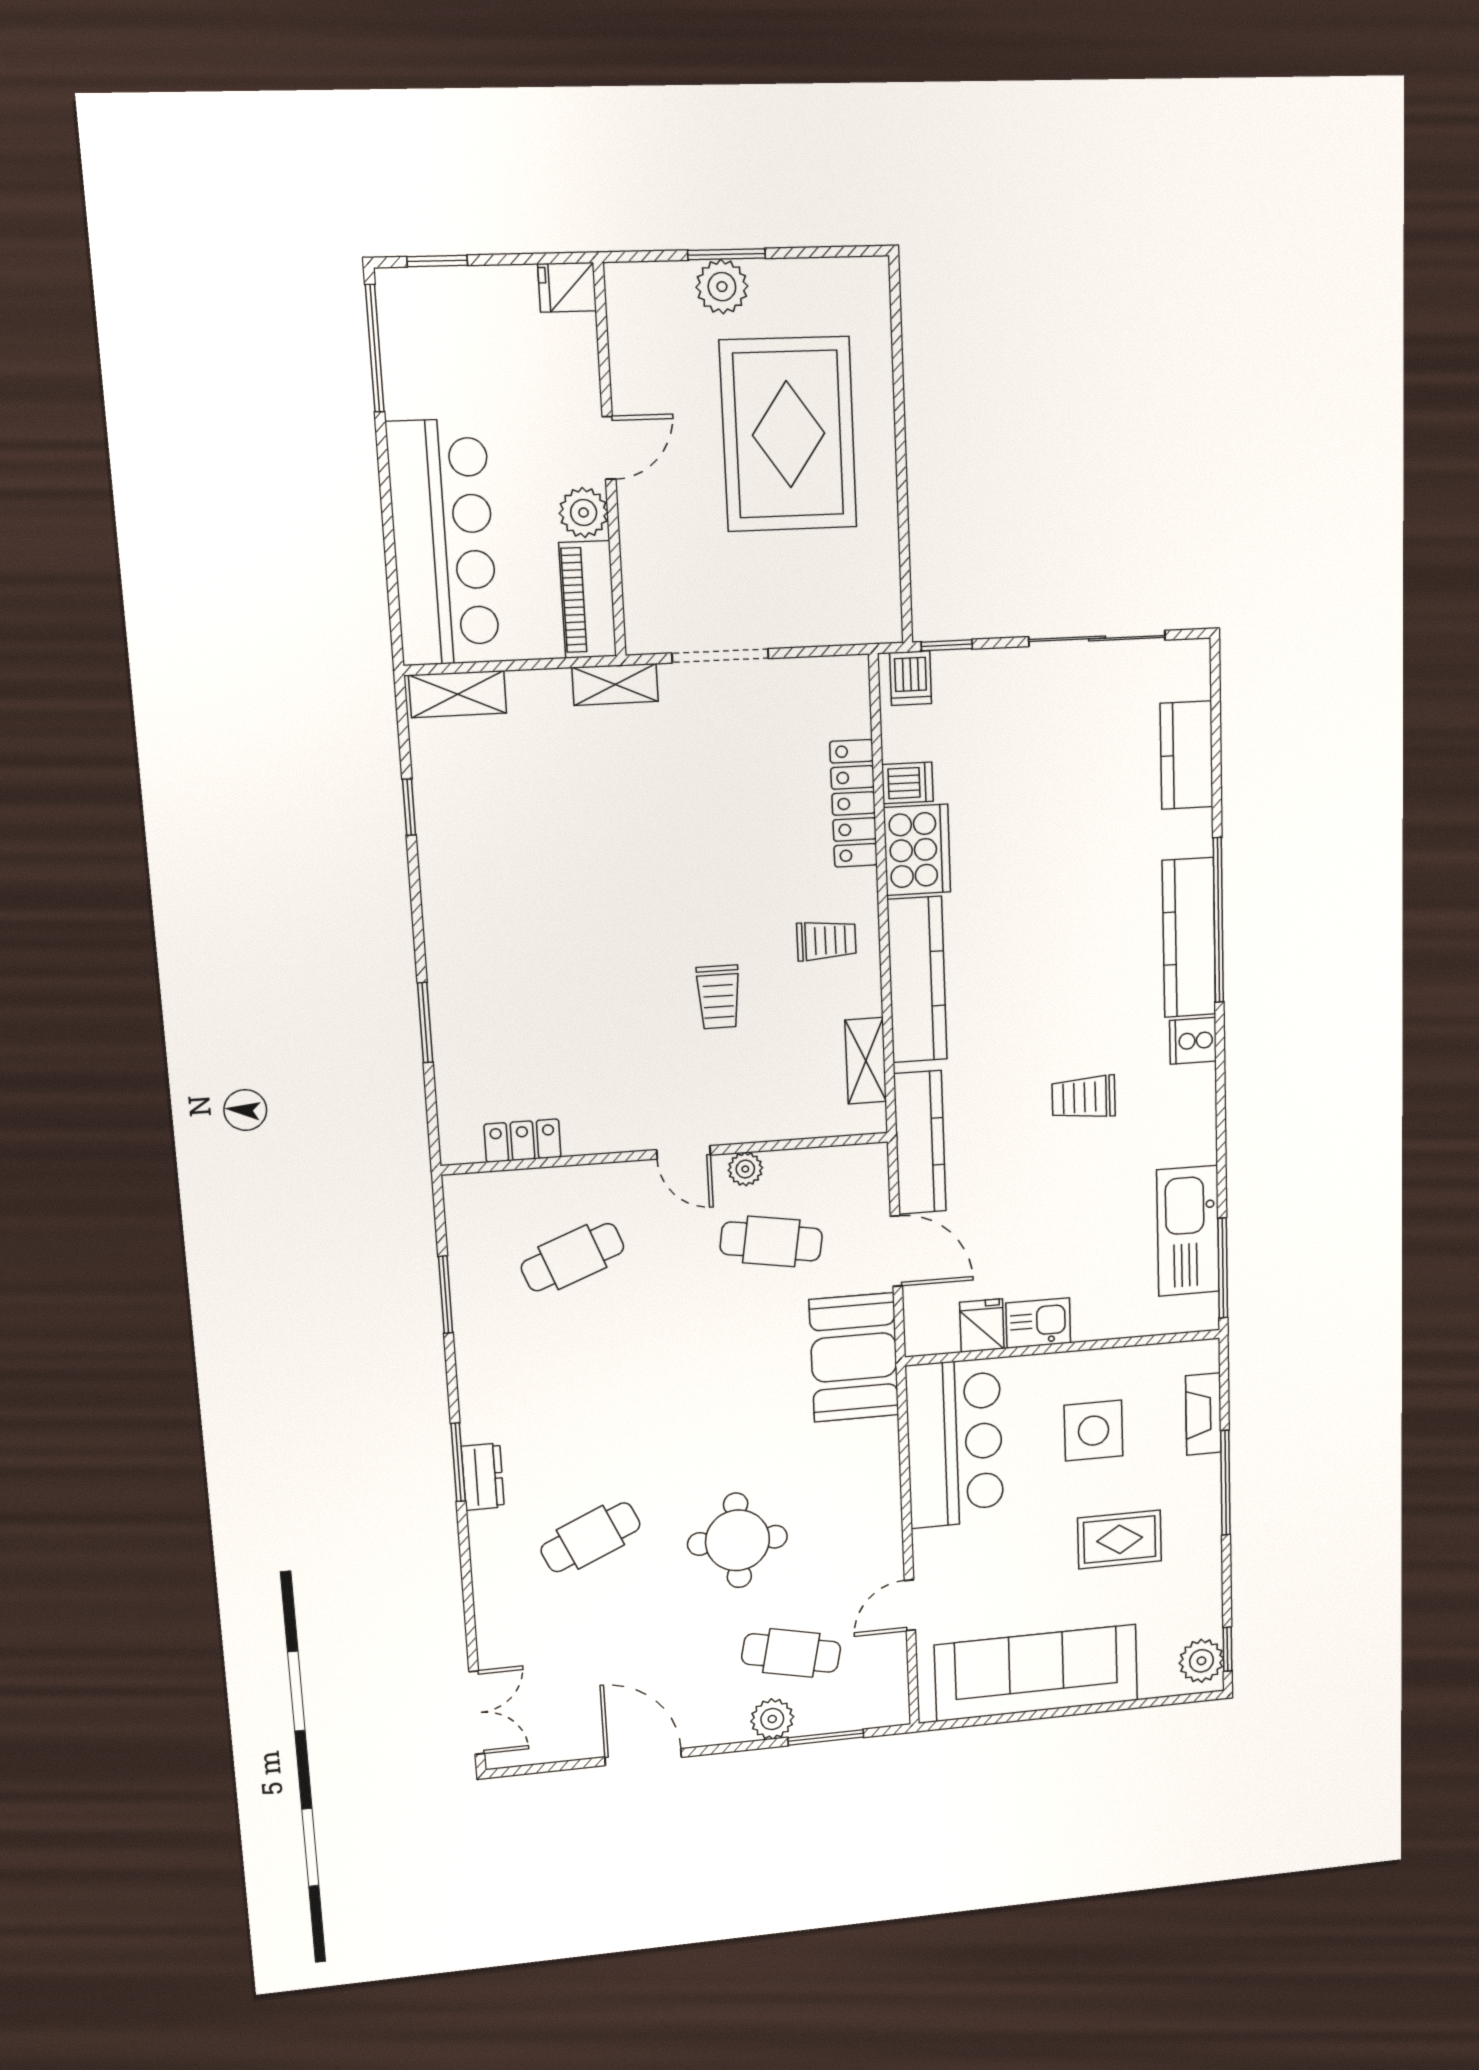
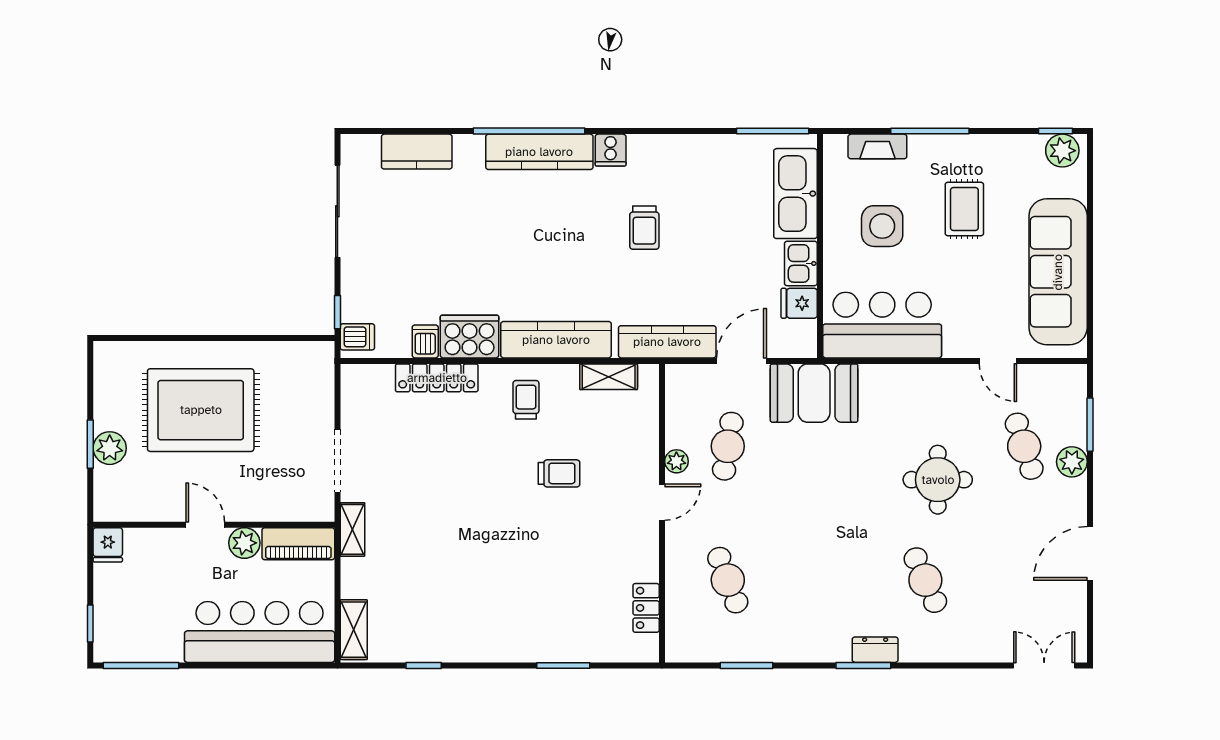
kitchen sink: (1188, 1231) -> (795, 194), moved, turned 90
cafe table: (791, 1653) -> (1024, 446), turned -30

